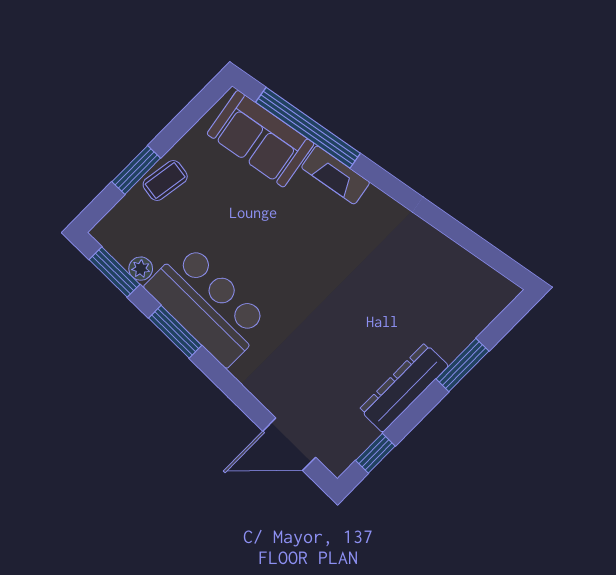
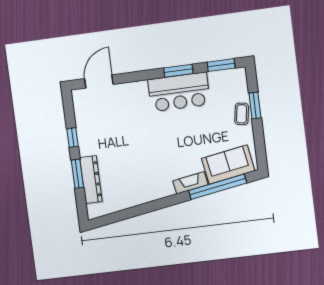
plant: (141, 269) -> (214, 77), removed
dresser: (404, 388) -> (91, 180), moved
window: (375, 453) -> (73, 138), moved

